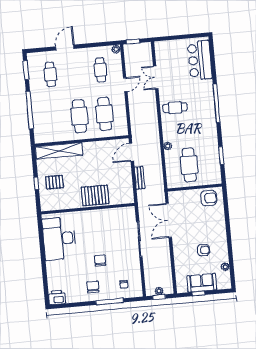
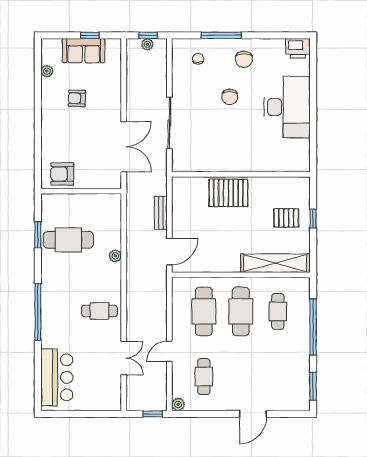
cafe table: (50, 74) -> (278, 311), moved
cafe table: (189, 165) -> (68, 240), moved, turned 90
desk: (59, 239) -> (287, 107), moved

